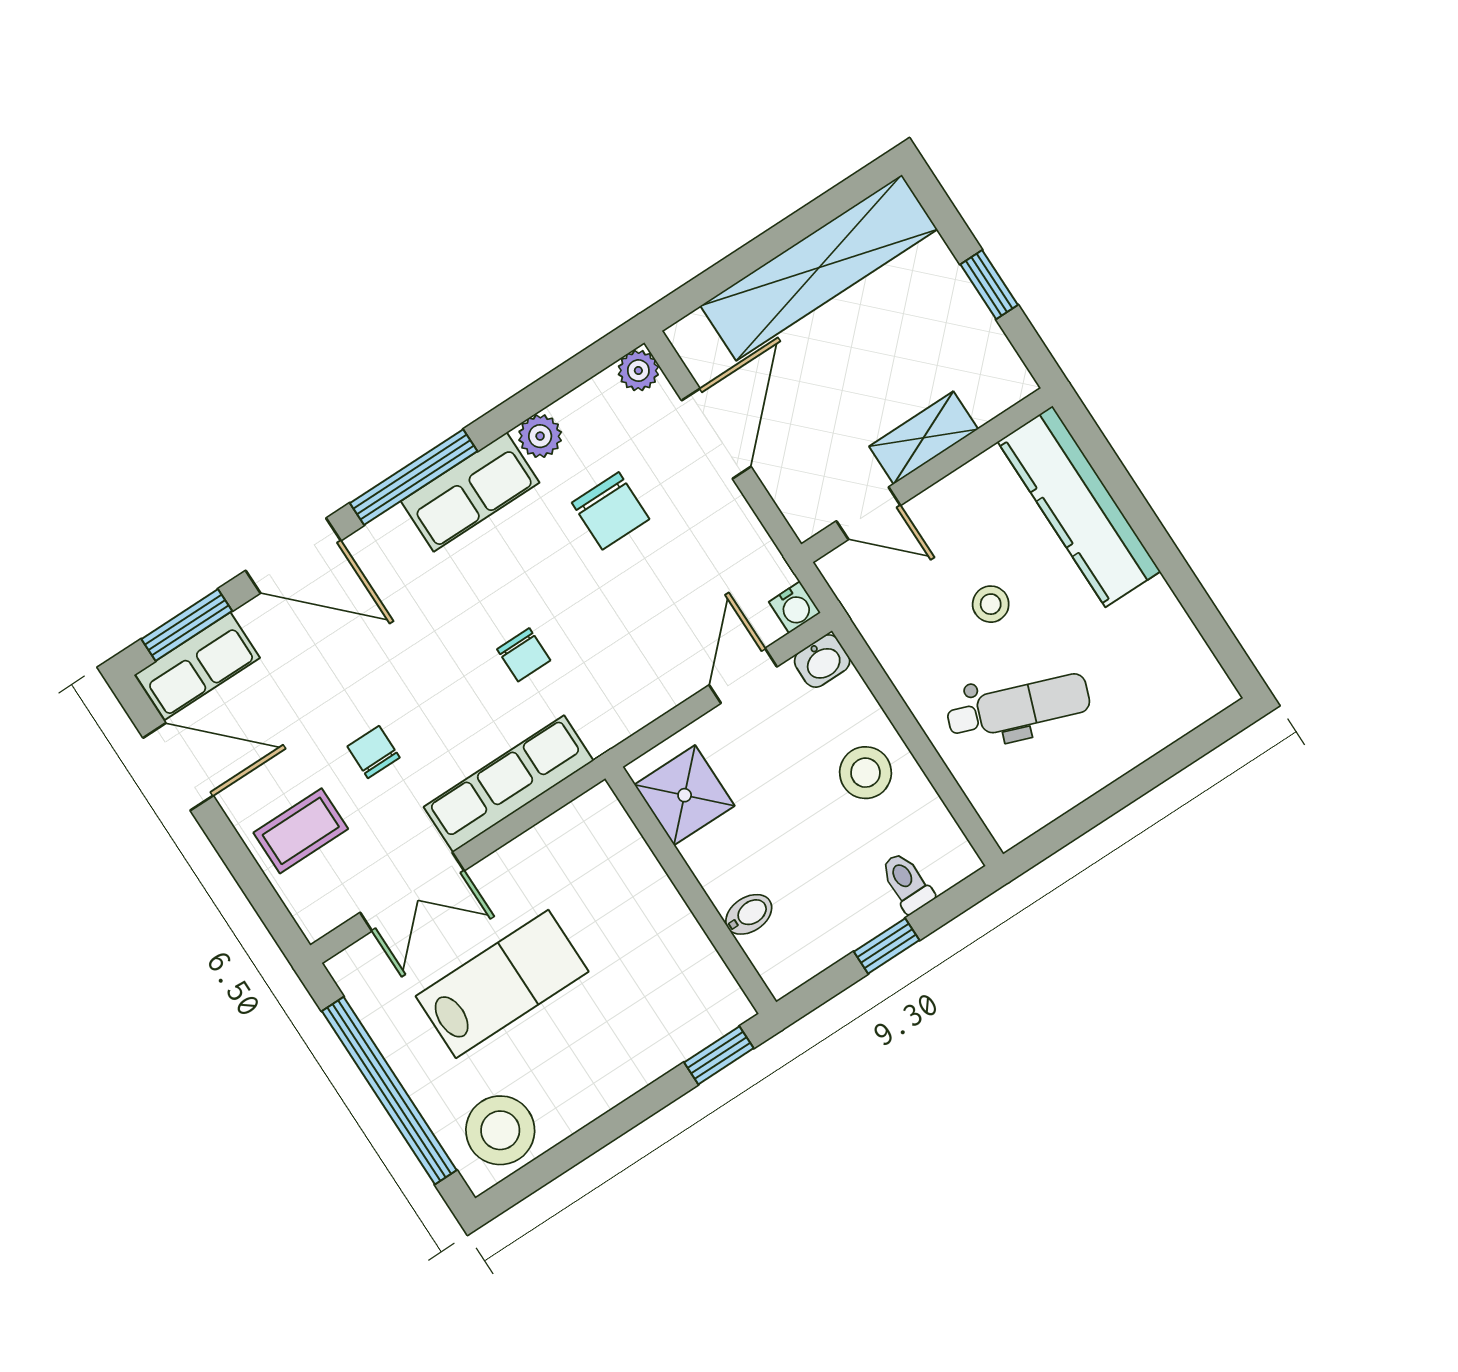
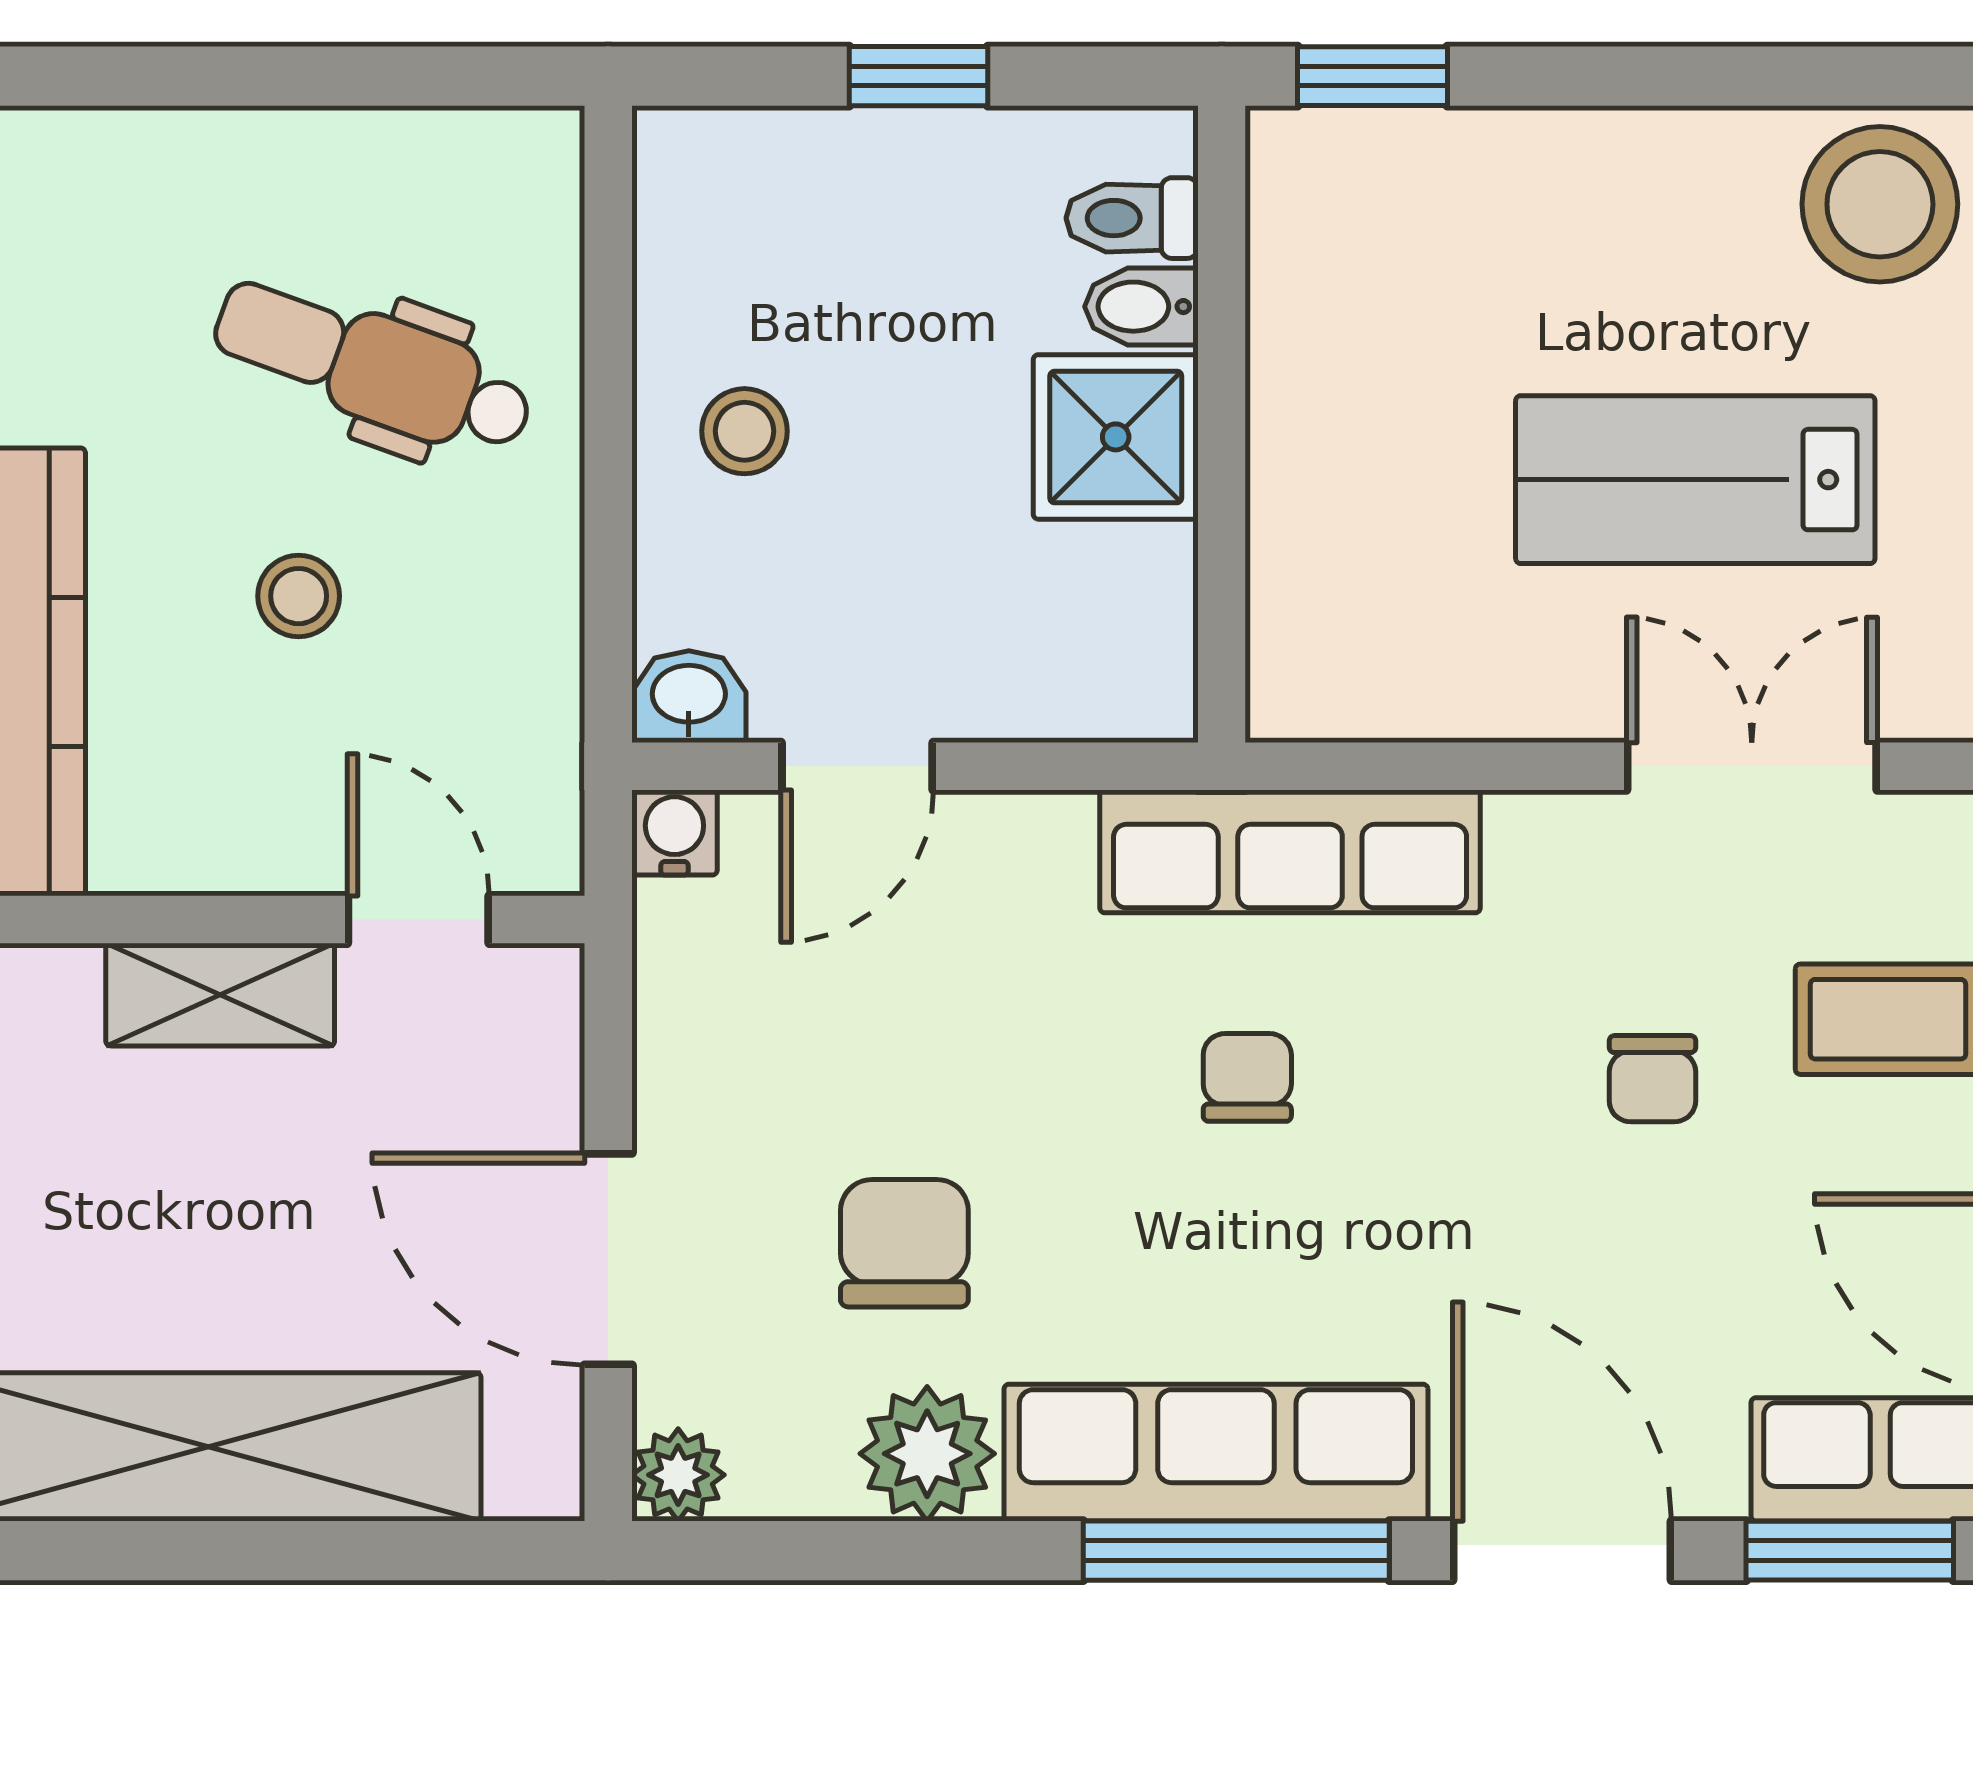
door: (716, 434) -> (608, 1259), hinge flipped
plant: (540, 436) -> (927, 1454), width x1.38, depth x1.38
row of seats: (470, 492) -> (1216, 1453), width x1.48
stool: (865, 773) -> (744, 431), width x0.73, depth x0.73
row of seats: (509, 784) -> (1290, 851), moved
shower: (685, 795) -> (1116, 437), moved
toilet: (907, 883) -> (1132, 218), moved, turned 90

